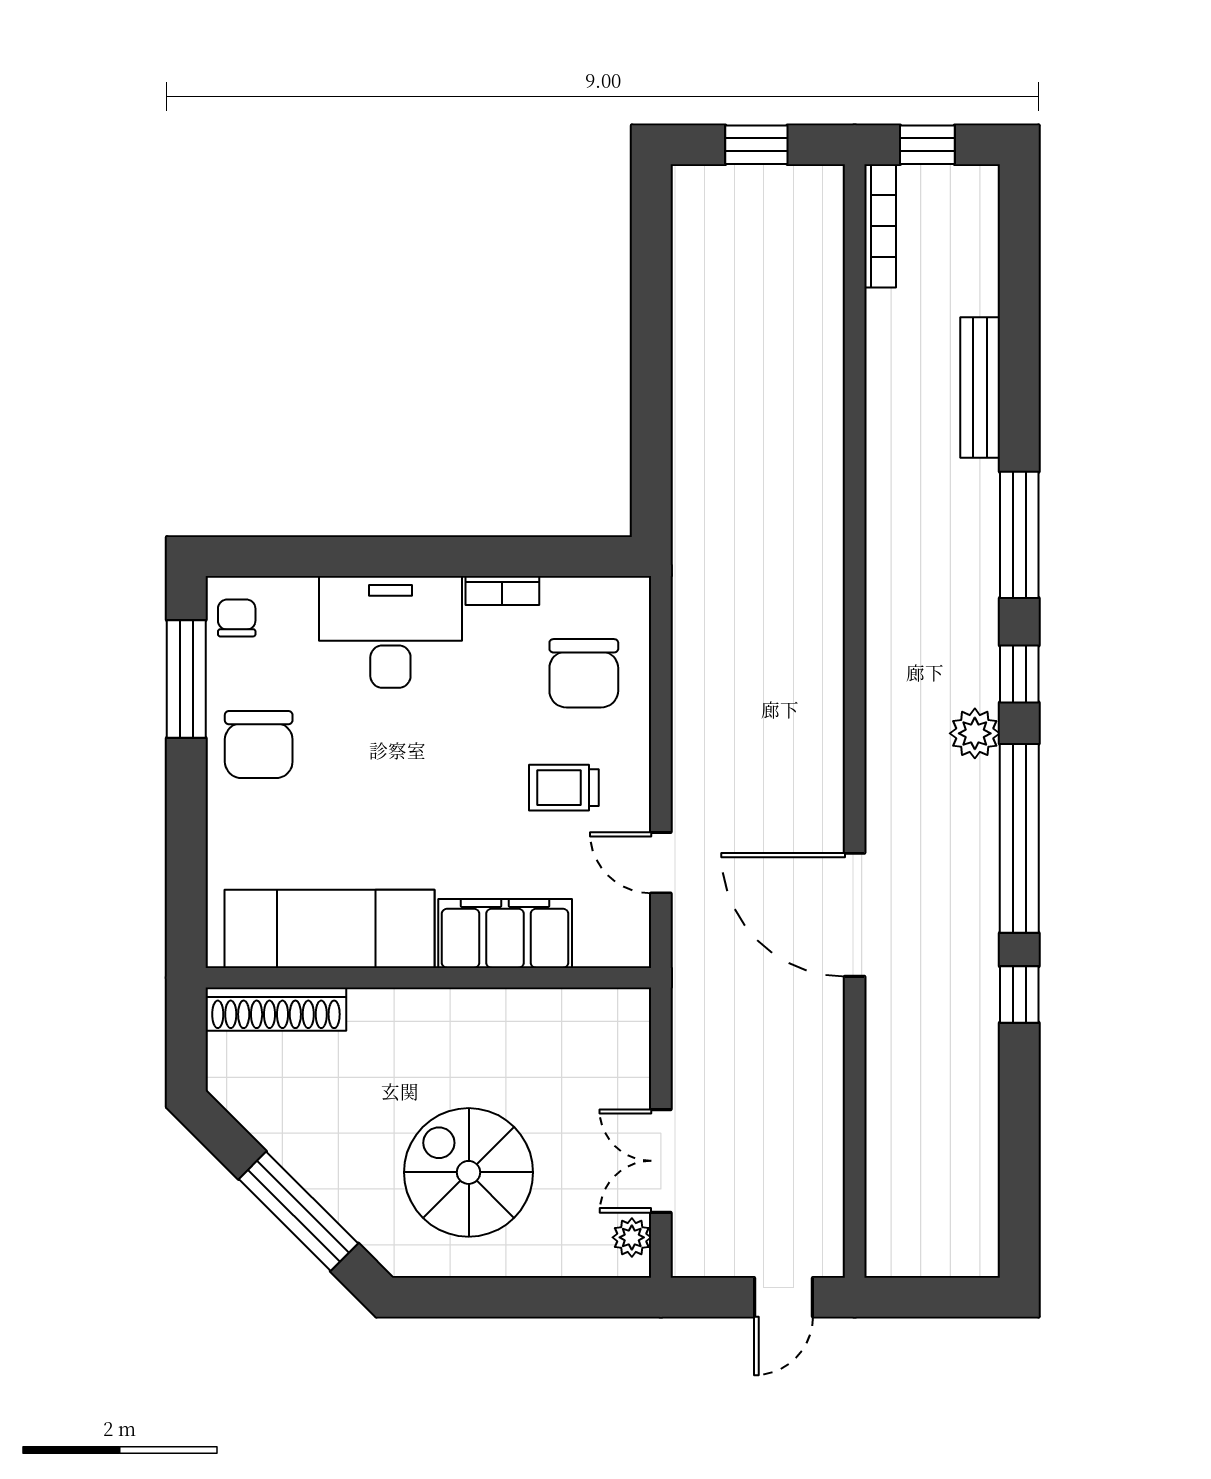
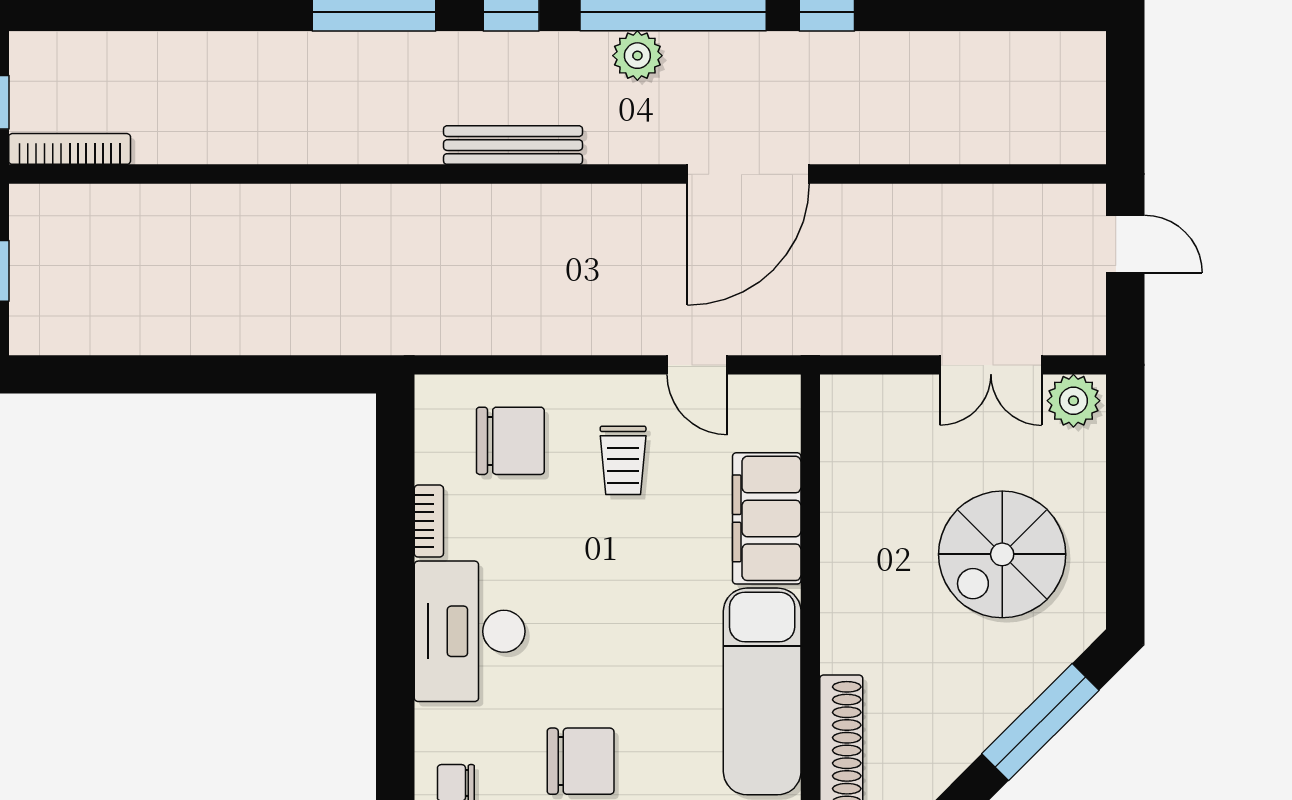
bench: (980, 388) -> (513, 145), moved
plant: (975, 733) -> (637, 56), moved
door: (661, 863) -> (697, 365), hinge flipped
plant: (632, 1237) -> (1073, 401), width x1.38, depth x1.38

